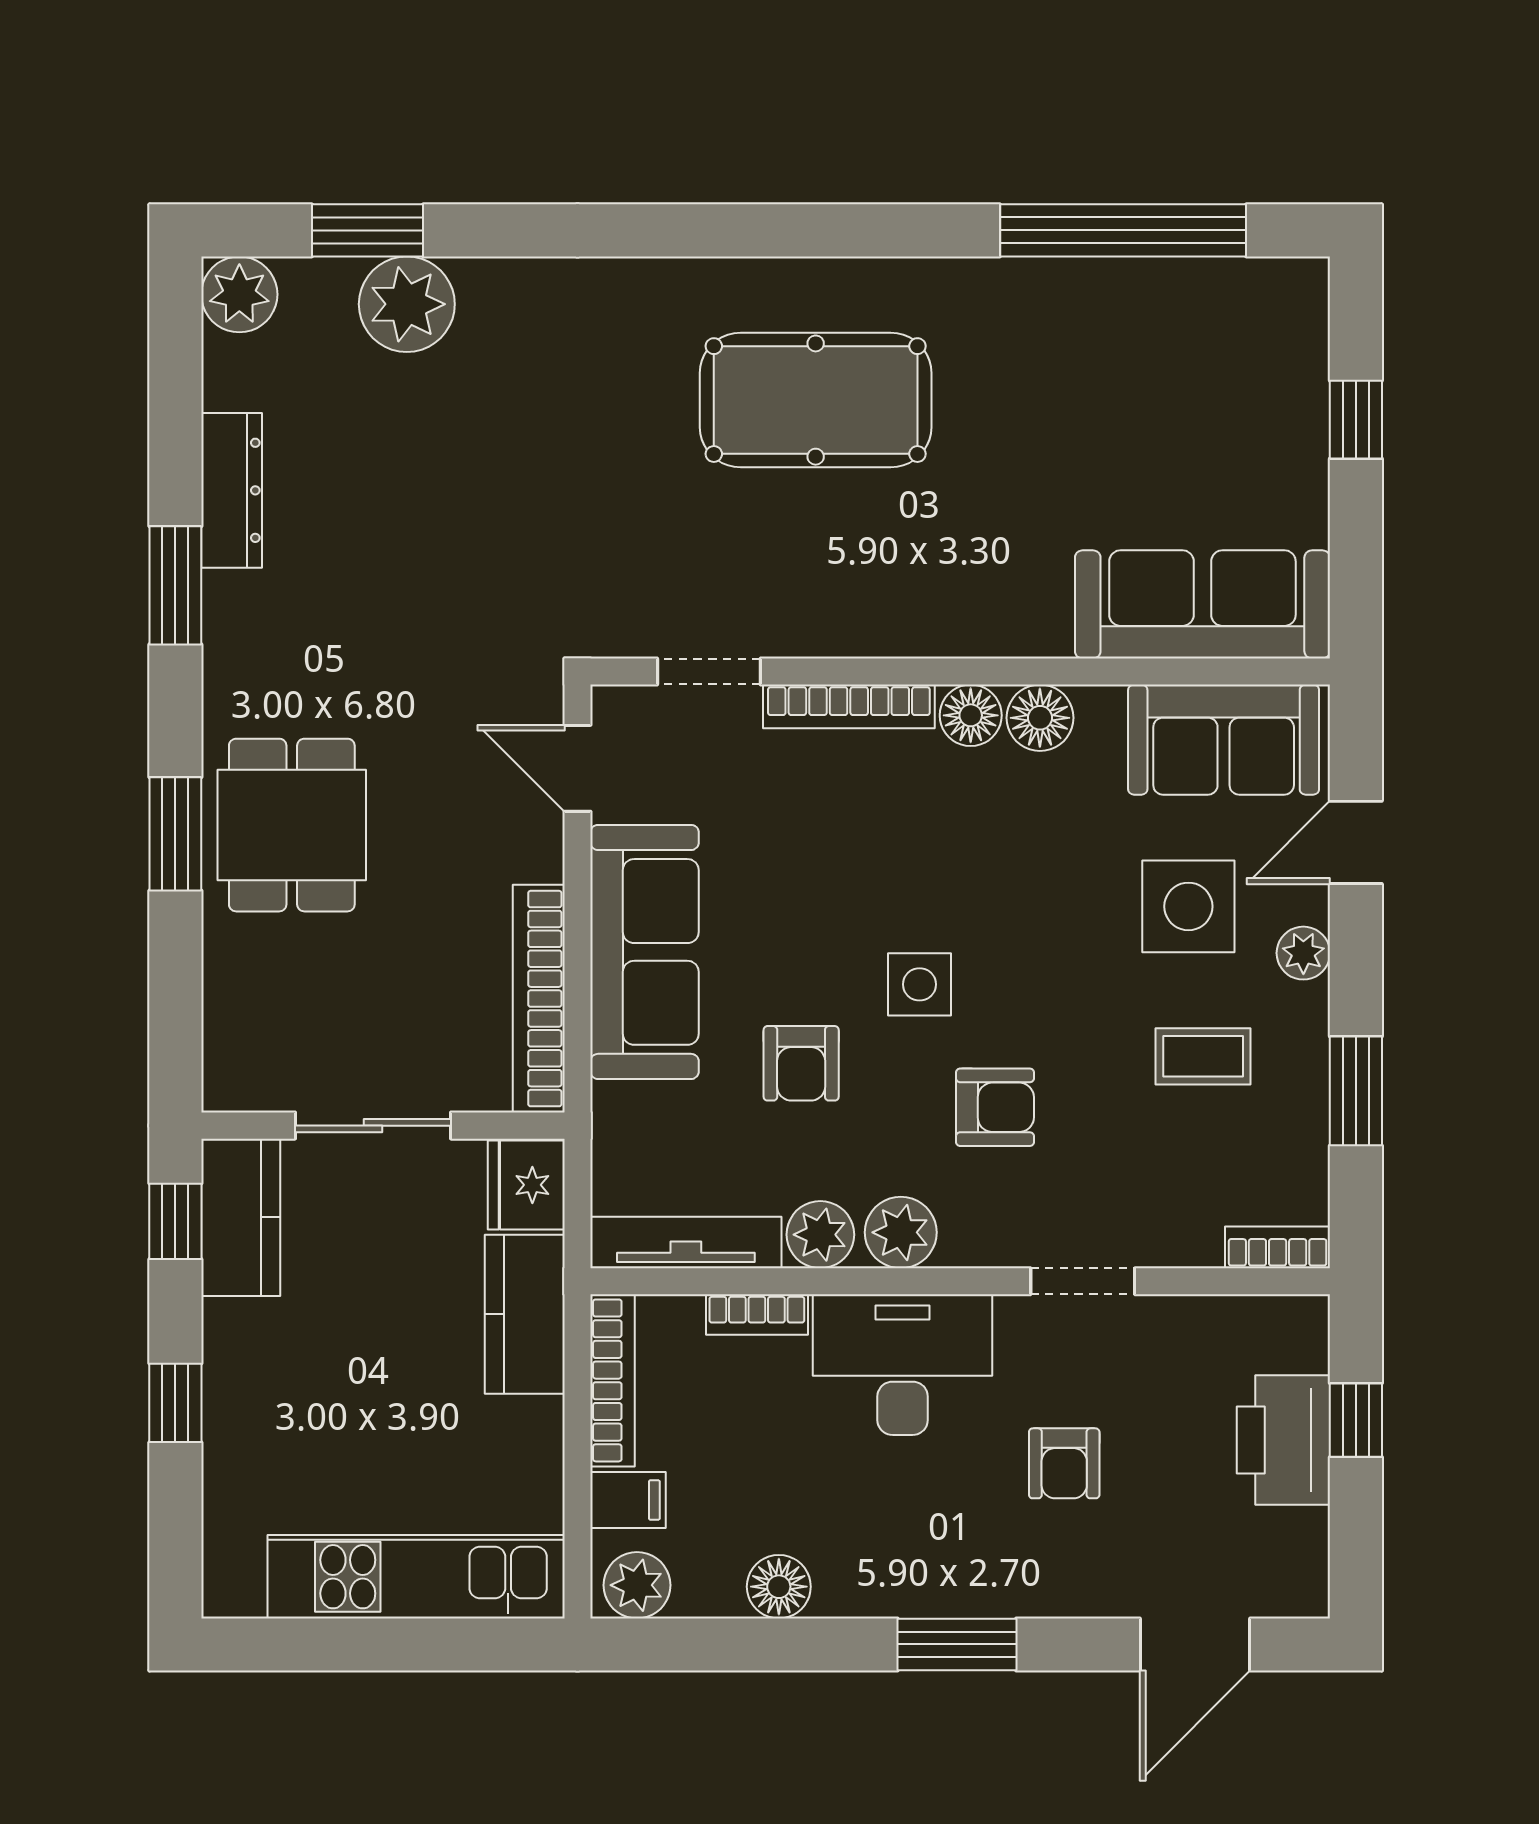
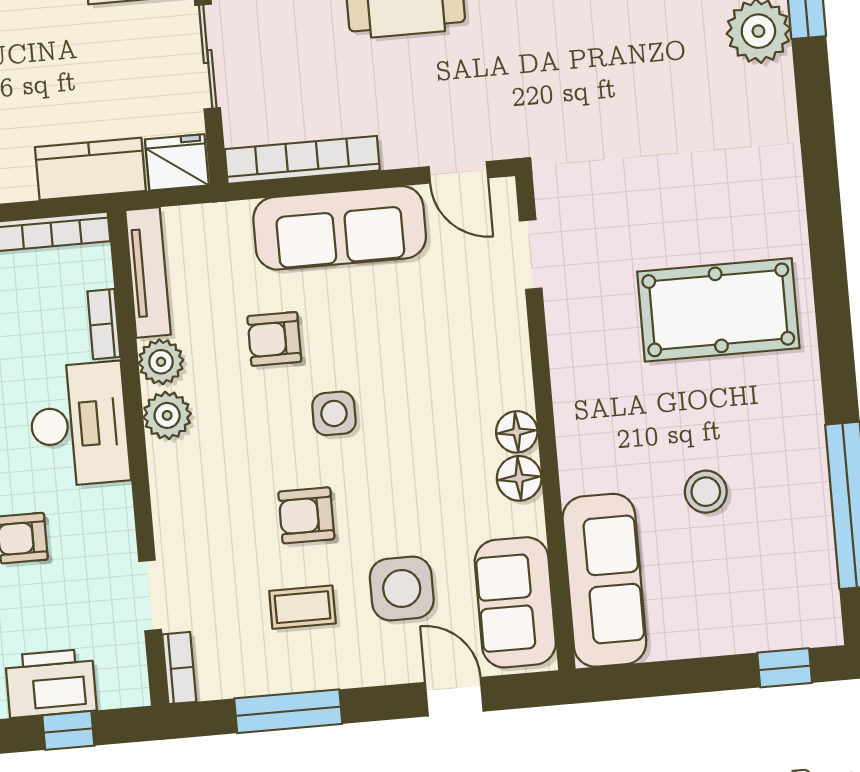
pool table: (816, 400) -> (718, 310), turned 90
window: (1356, 420) -> (785, 668), moved
stool: (1084, 442) -> (706, 492), added
bookcase: (849, 706) -> (516, 350), removed
door: (578, 768) -> (458, 172), swing flipped
plant: (1303, 953) -> (377, 668), removed
coffee table: (1203, 1056) -> (302, 607), turned 90
window: (1356, 1091) -> (288, 711), width x1.44
armchair: (995, 1107) -> (306, 515), moved, turned 90
doorway: (1083, 1281) -> (150, 595), moved

